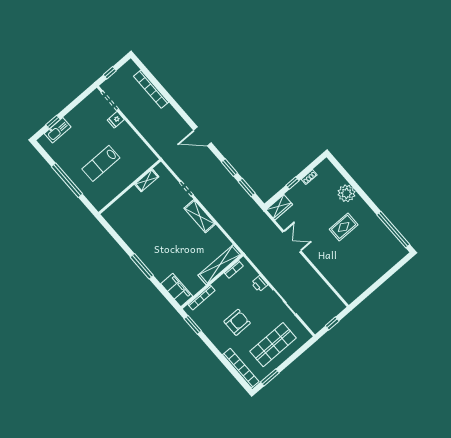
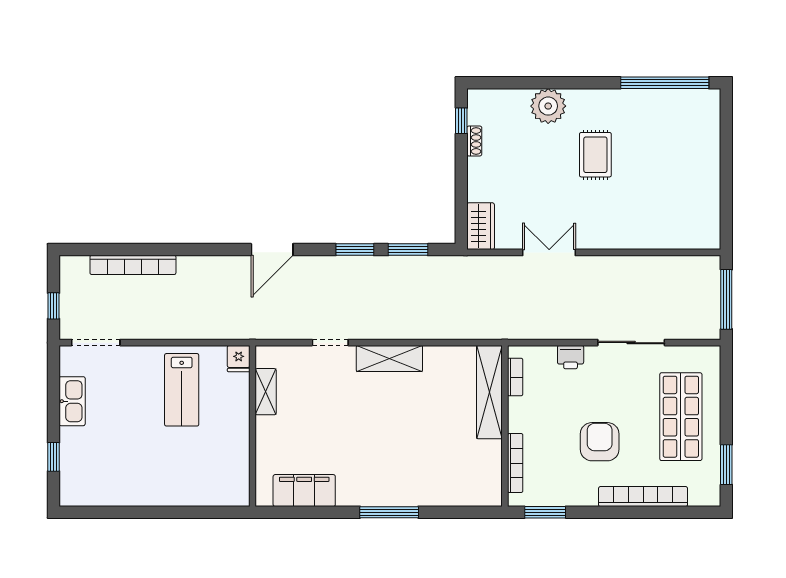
fridge: (116, 120) -> (239, 359), moved
kitchen sink: (58, 130) -> (72, 401), moved
lab bench: (101, 163) -> (182, 390), moved
window: (67, 180) -> (160, 512), removed
window: (292, 183) -> (461, 121), moved
filing cabinet: (177, 290) -> (304, 491), moved
window: (332, 323) -> (726, 299), width x2.17
bookcase: (241, 368) -> (643, 497), moved

